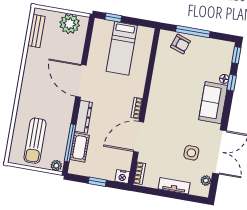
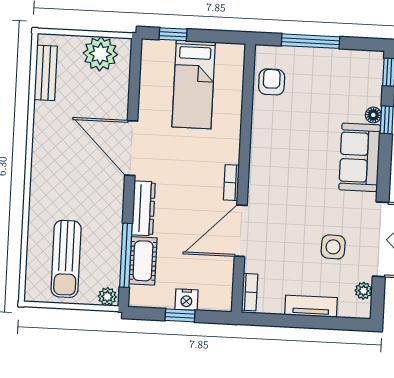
armchair: (180, 44) -> (272, 82), moved, turned -109
nightstand: (122, 177) -> (186, 300), moved

